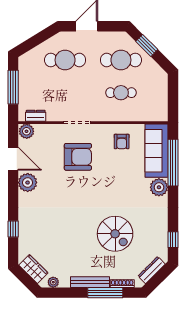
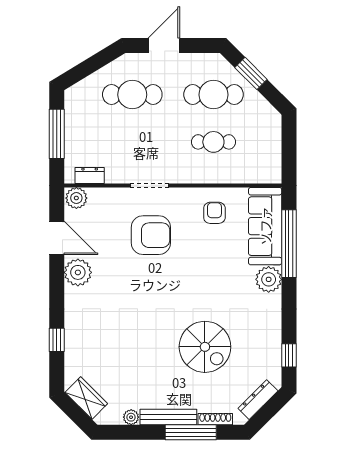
armchair: (122, 141) -> (214, 213), turned 180
plant: (53, 282) -> (131, 417), moved

